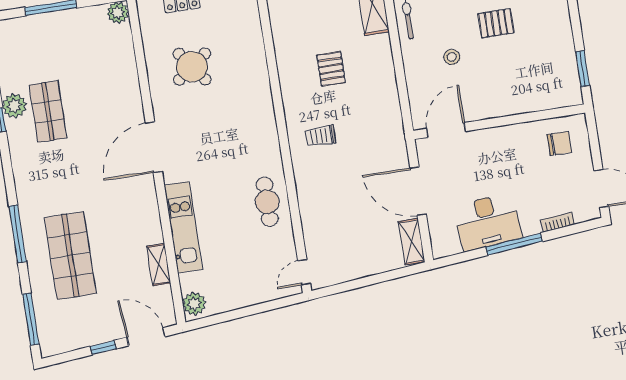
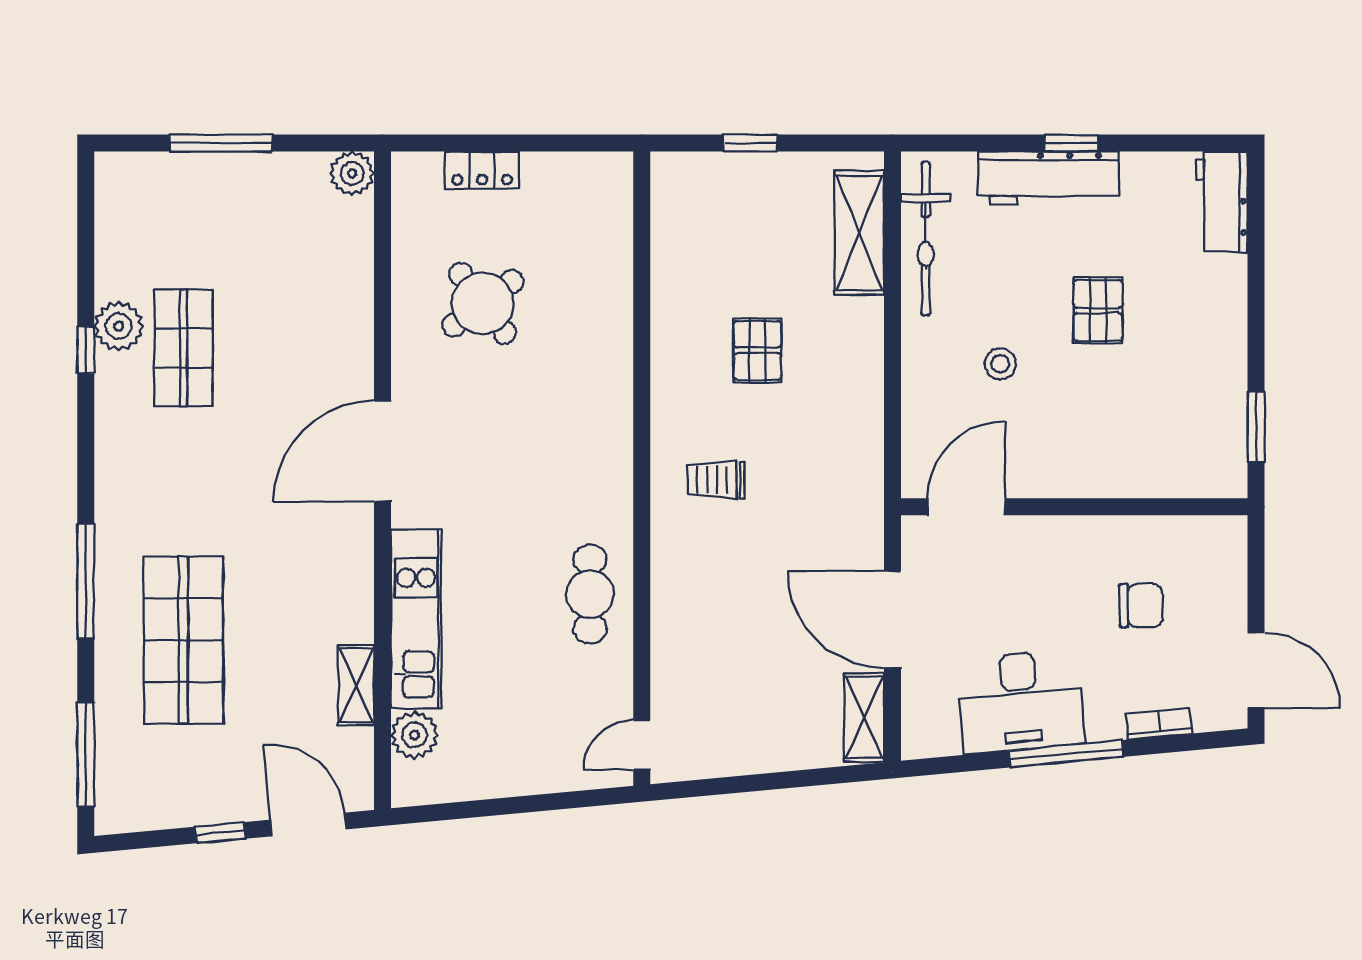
pallet: (496, 23) -> (1098, 310), turned 90
chair: (559, 143) -> (1141, 606), moved
plant: (194, 304) -> (414, 735), moved

